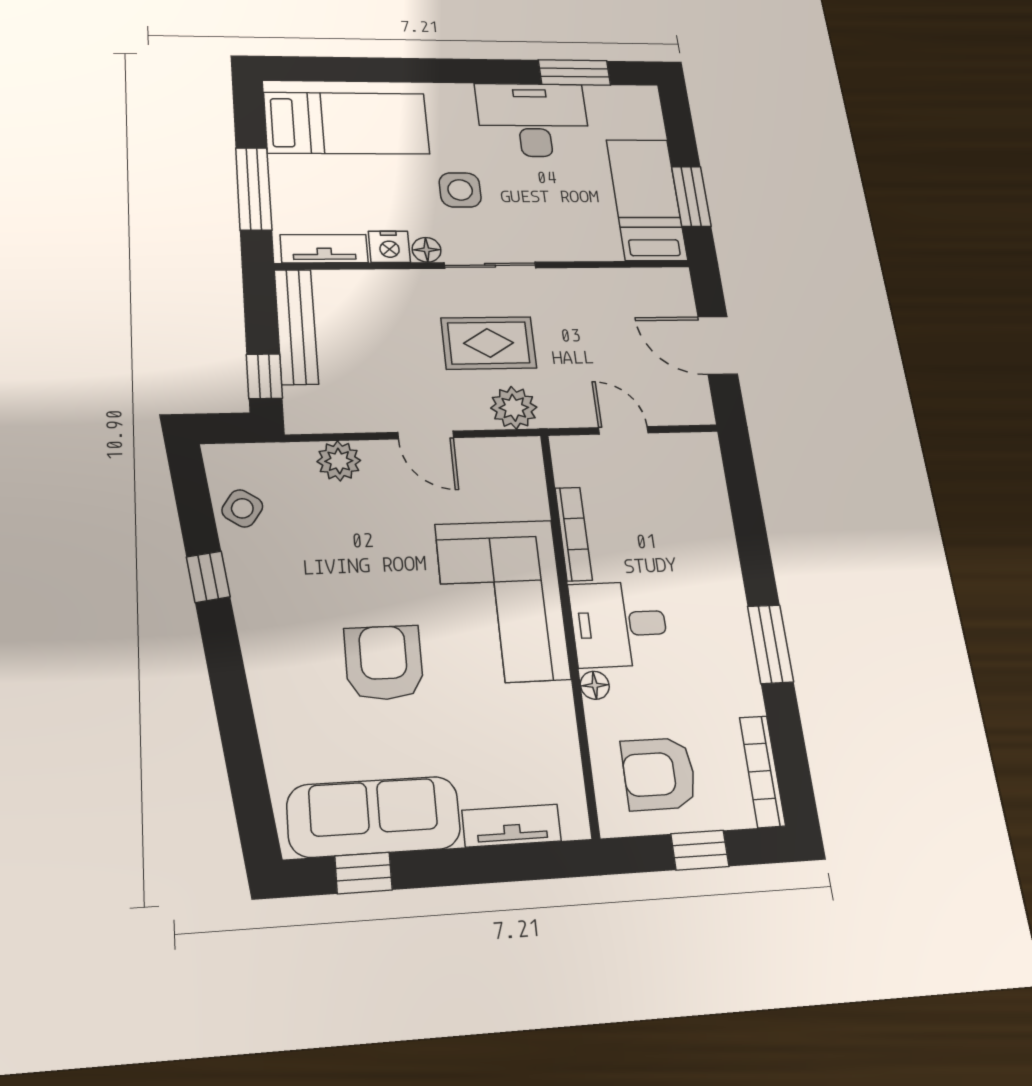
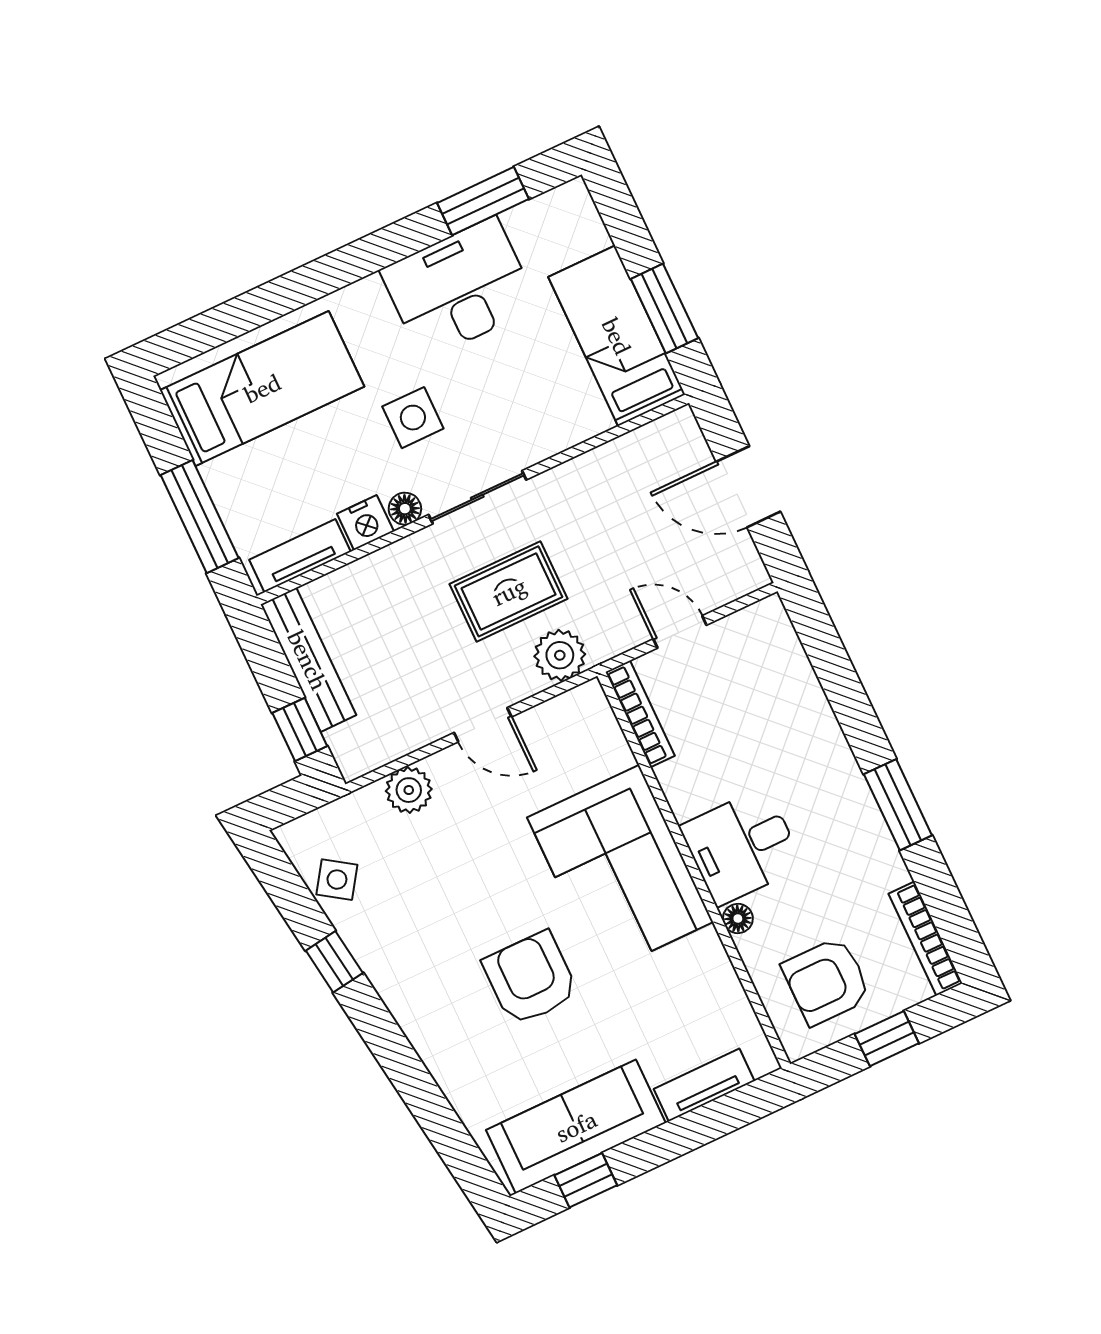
bookcase: (573, 534) -> (640, 714), moved

